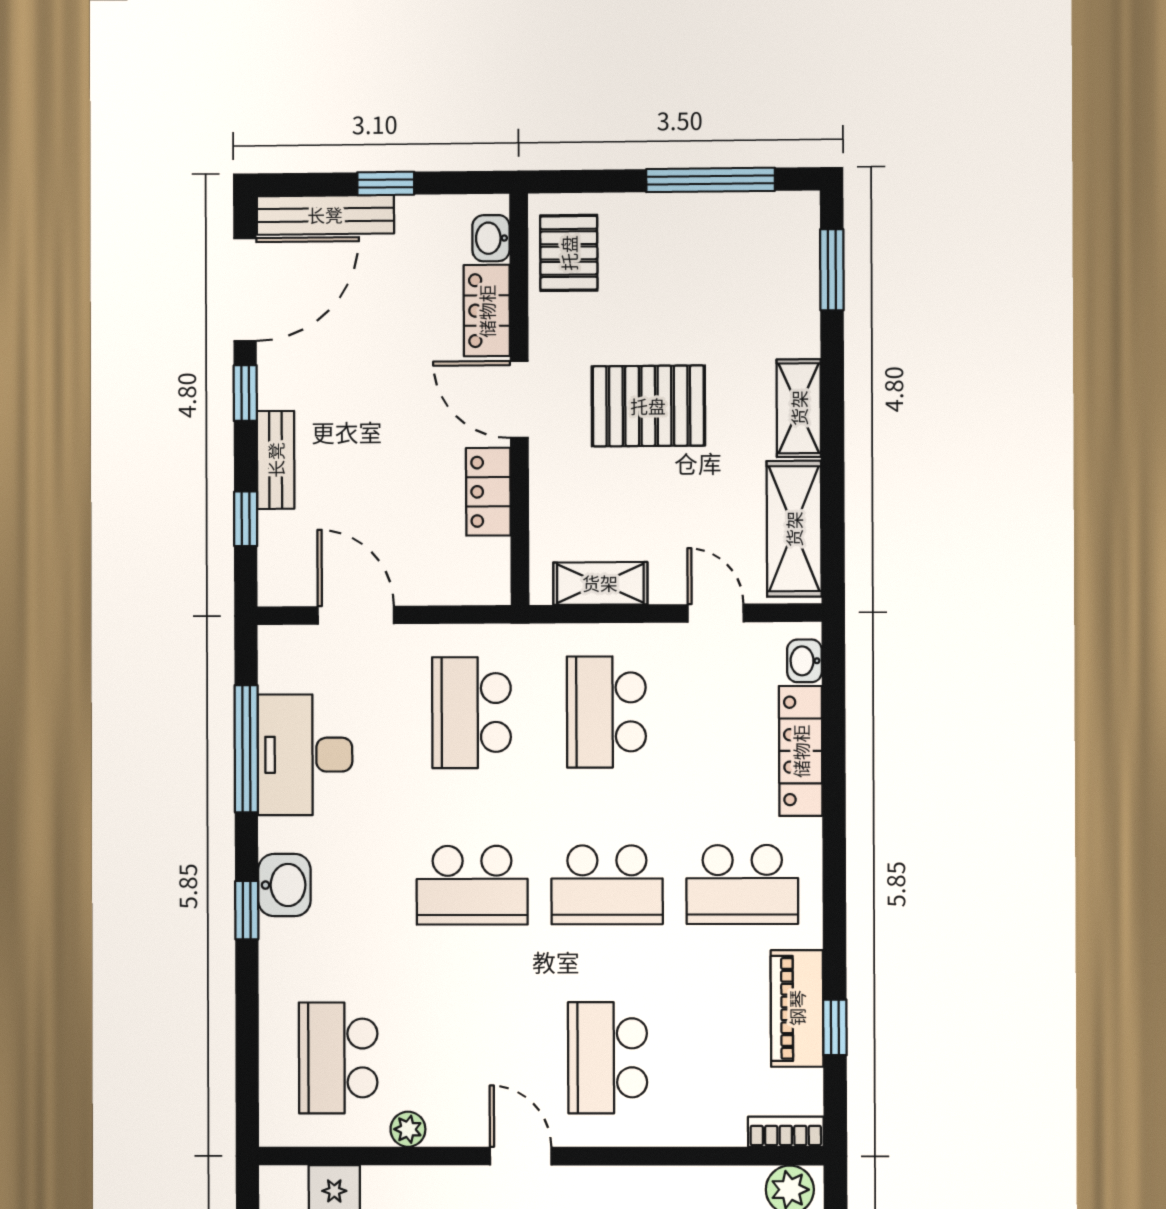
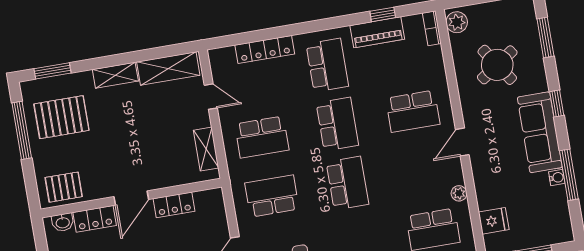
pallet: (648, 406) -> (61, 117), moved, turned 90
door: (716, 613) -> (211, 97), swing flipped
washbasin: (804, 661) -> (225, 54), removed
school desk: (472, 713) -> (272, 196), turned 180

